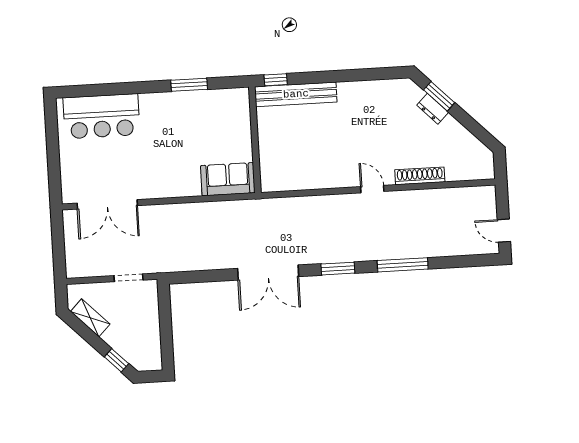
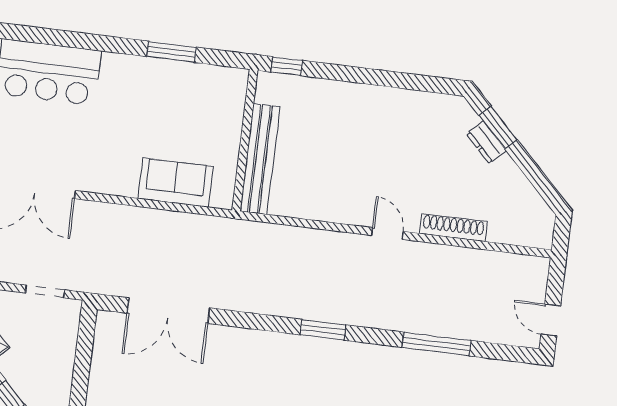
bench: (296, 94) -> (260, 159), moved, turned 90
sofa: (228, 179) -> (175, 183), moved
window: (403, 265) -> (437, 344), moved
double door: (268, 273) -> (168, 311), moved

